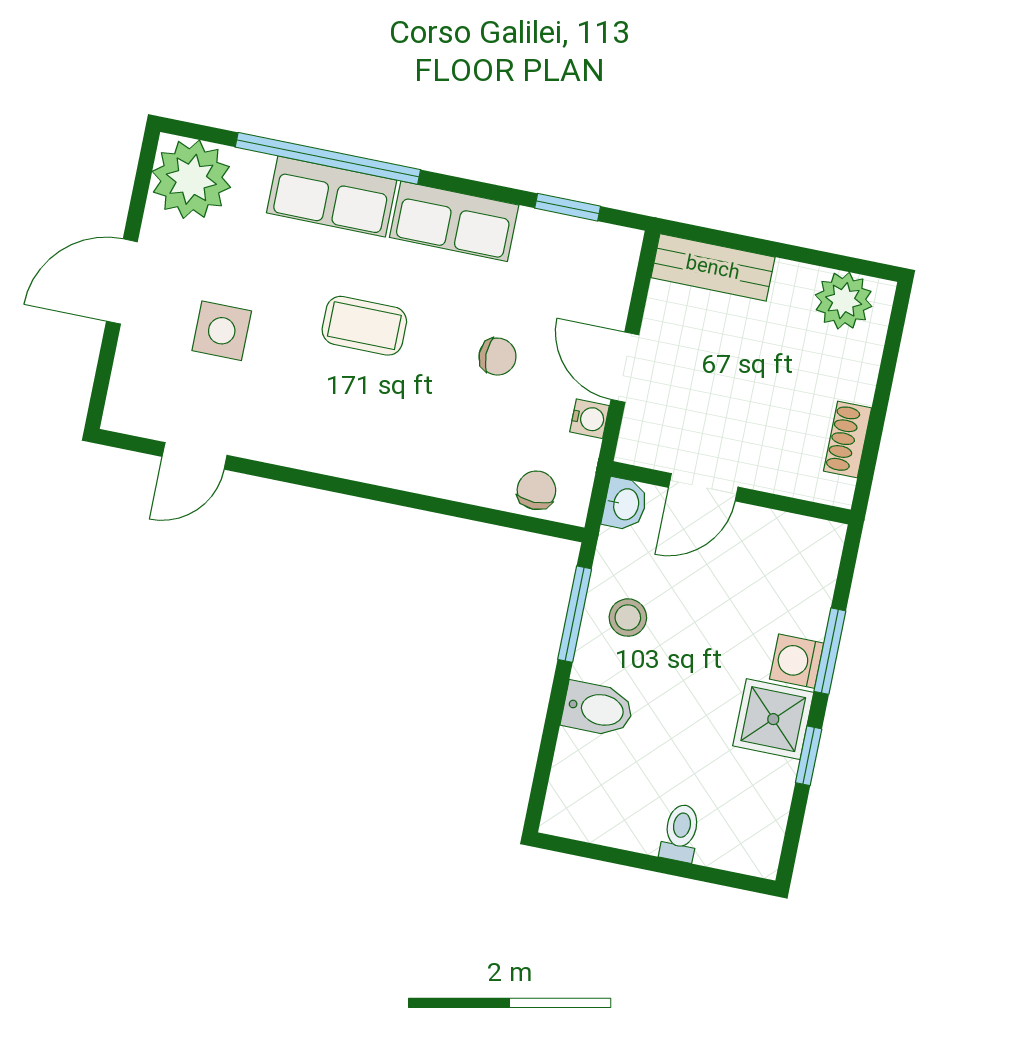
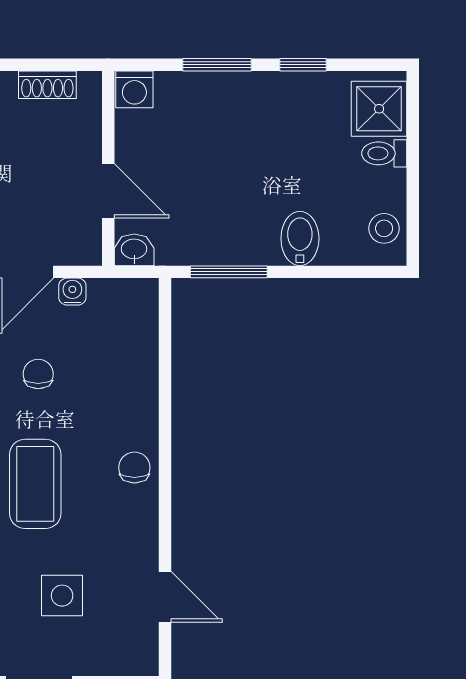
coffee table: (364, 326) -> (35, 484), width x1.36, depth x1.30
chair: (536, 490) -> (134, 467), moved, turned 90
stool: (628, 618) -> (384, 228), moved
washing machine: (797, 661) -> (134, 89), moved
shower: (773, 719) -> (379, 109), moved

